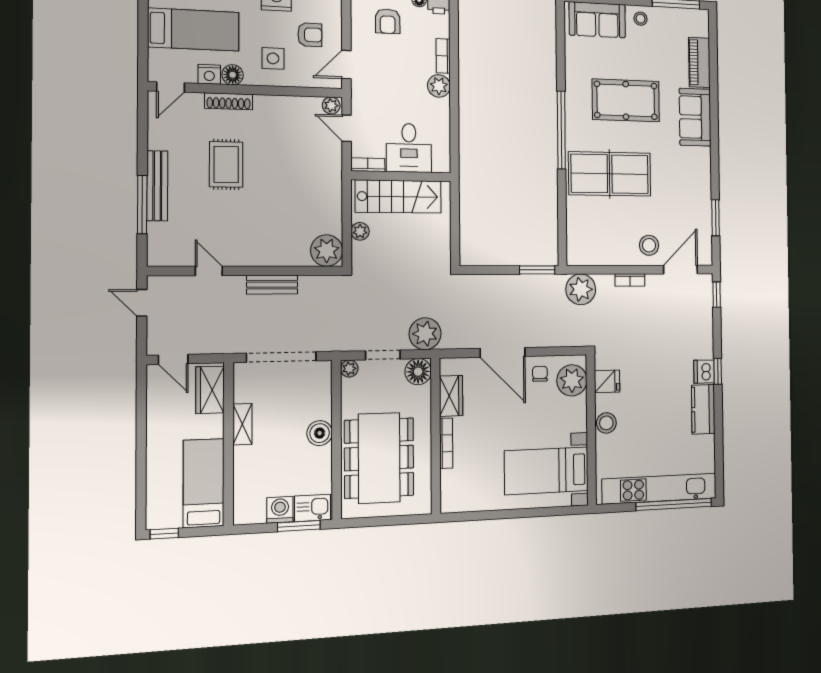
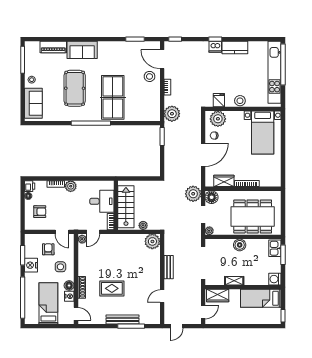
washing machine: (280, 510) -> (275, 279), moved

